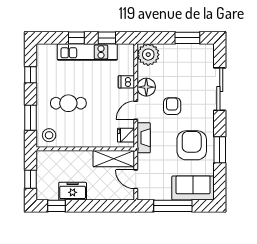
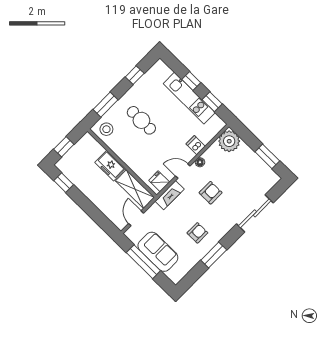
floor lamp: (146, 87) -> (200, 162), width x0.53, depth x0.53
armchair: (192, 145) -> (197, 233), width x0.53, depth x0.53
sofa: (193, 188) -> (158, 252), moved
freezer: (73, 191) -> (110, 166), moved, turned 180

